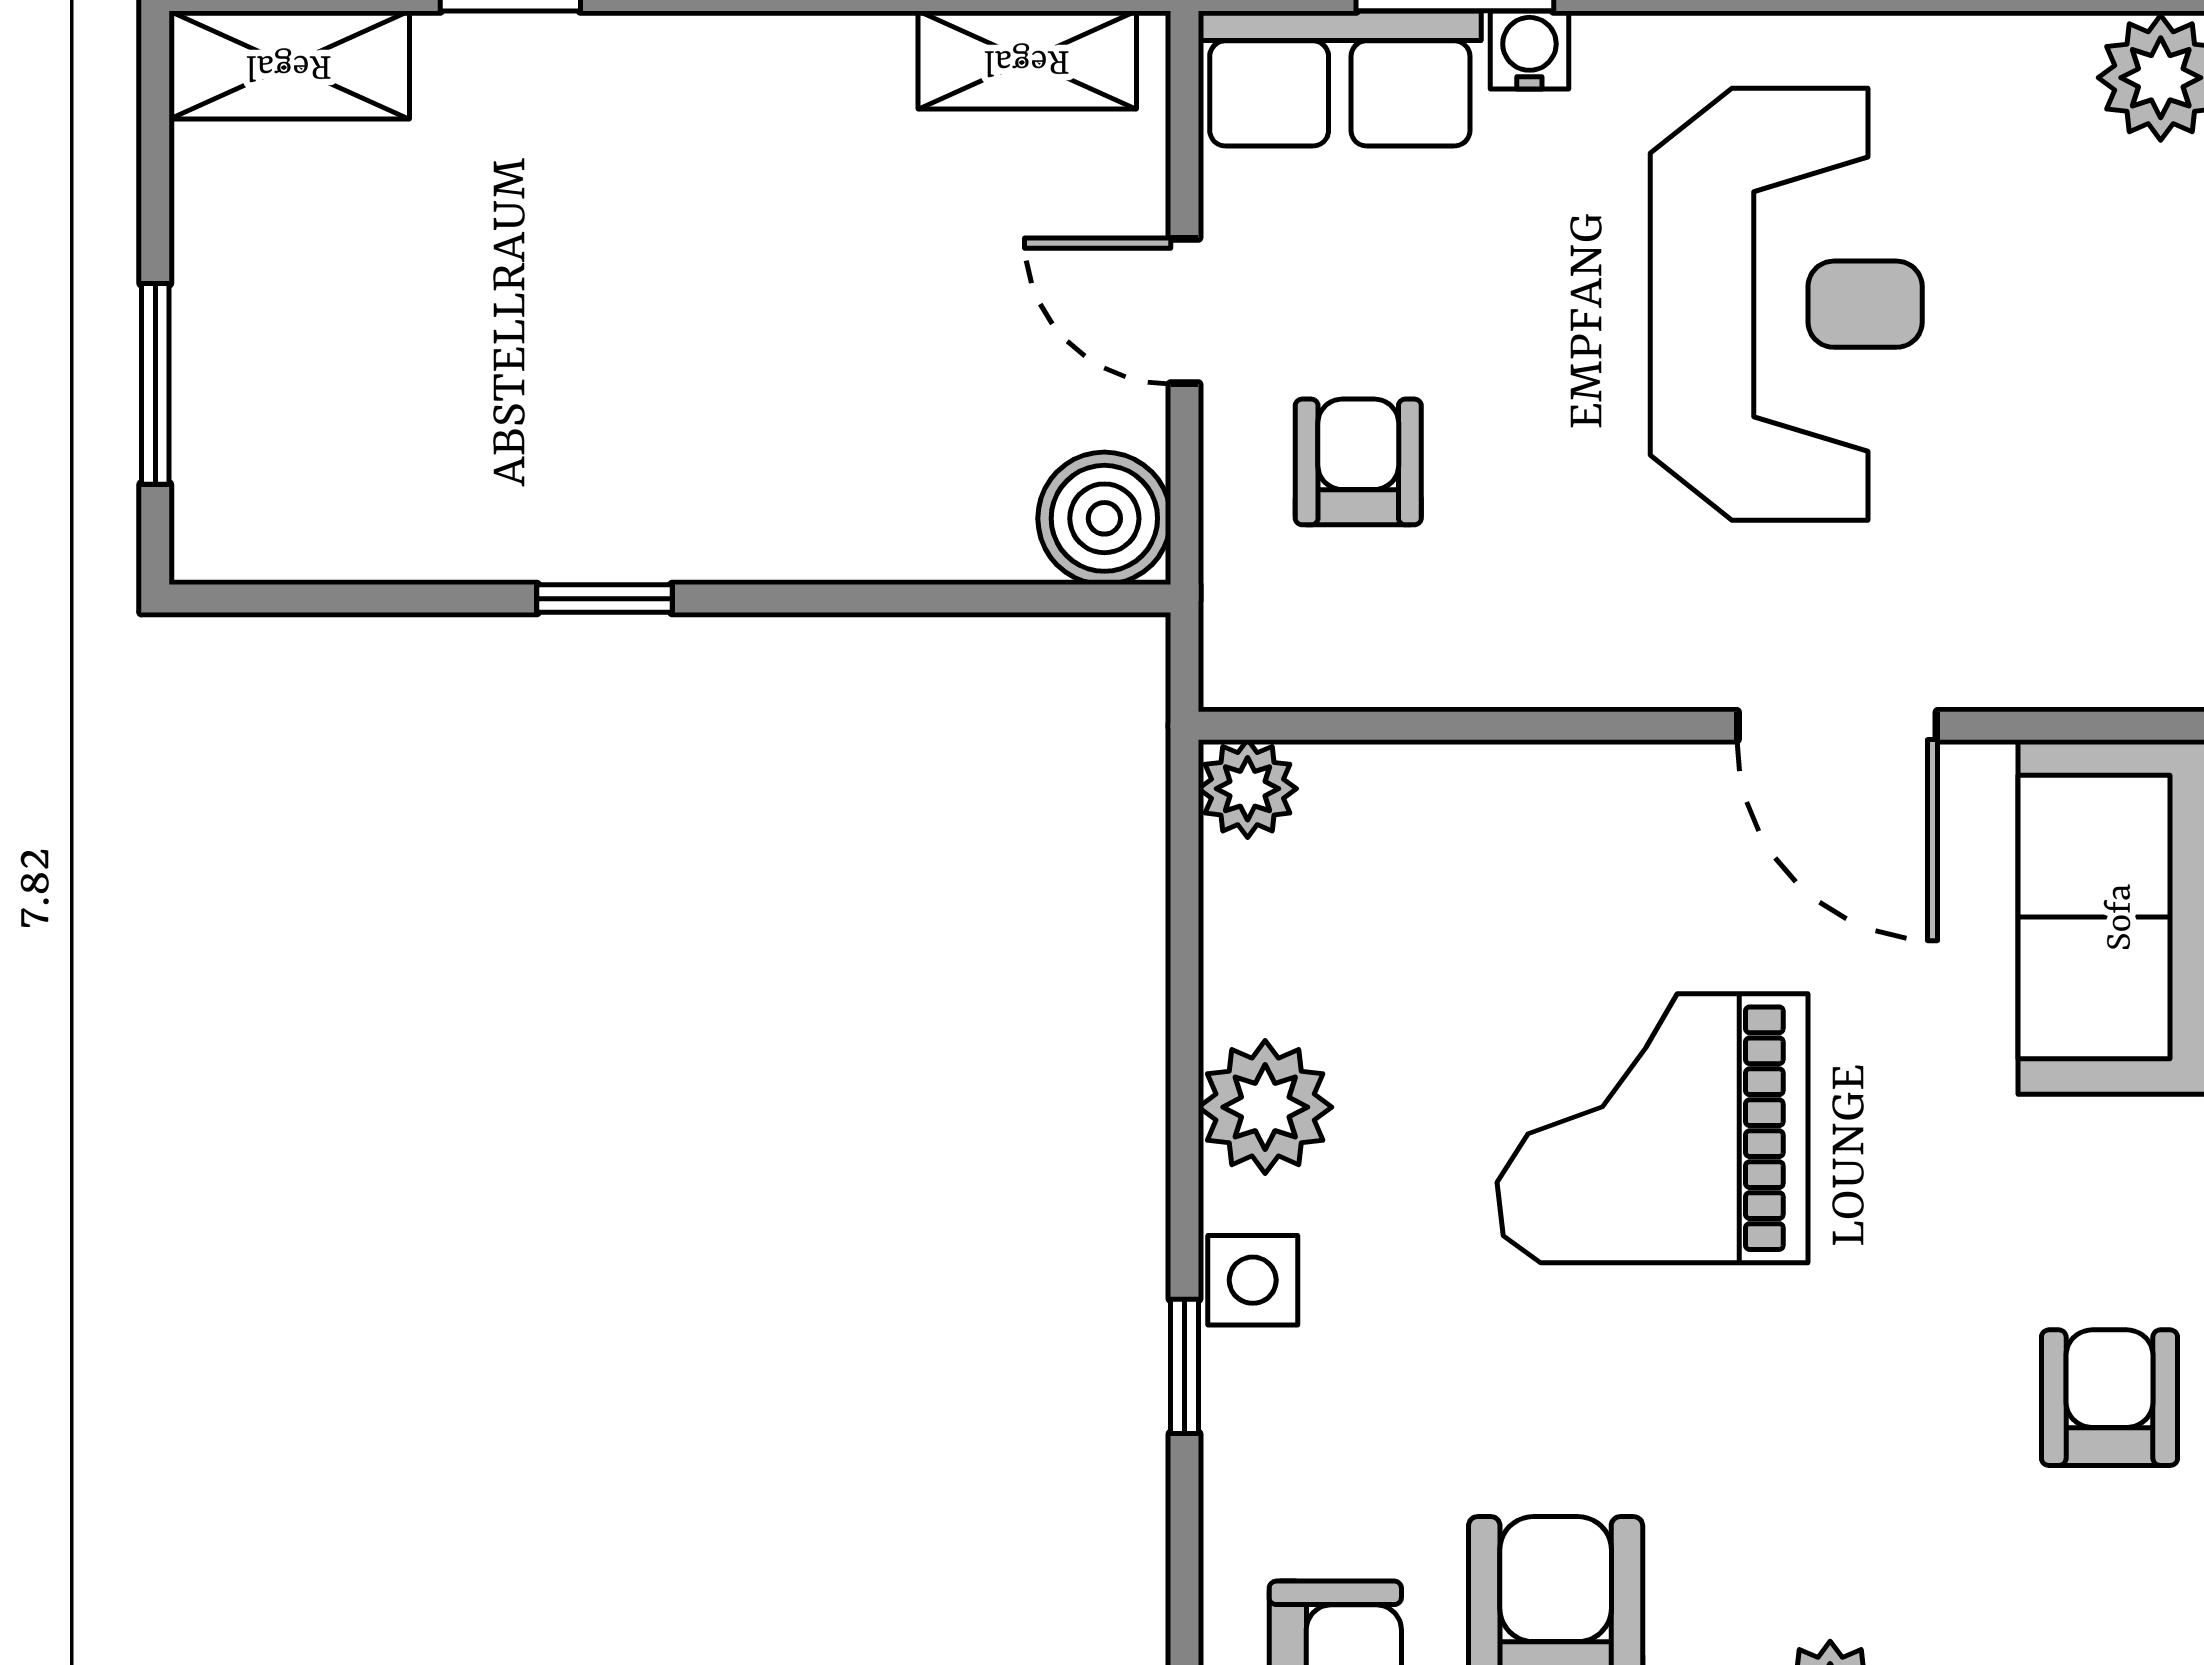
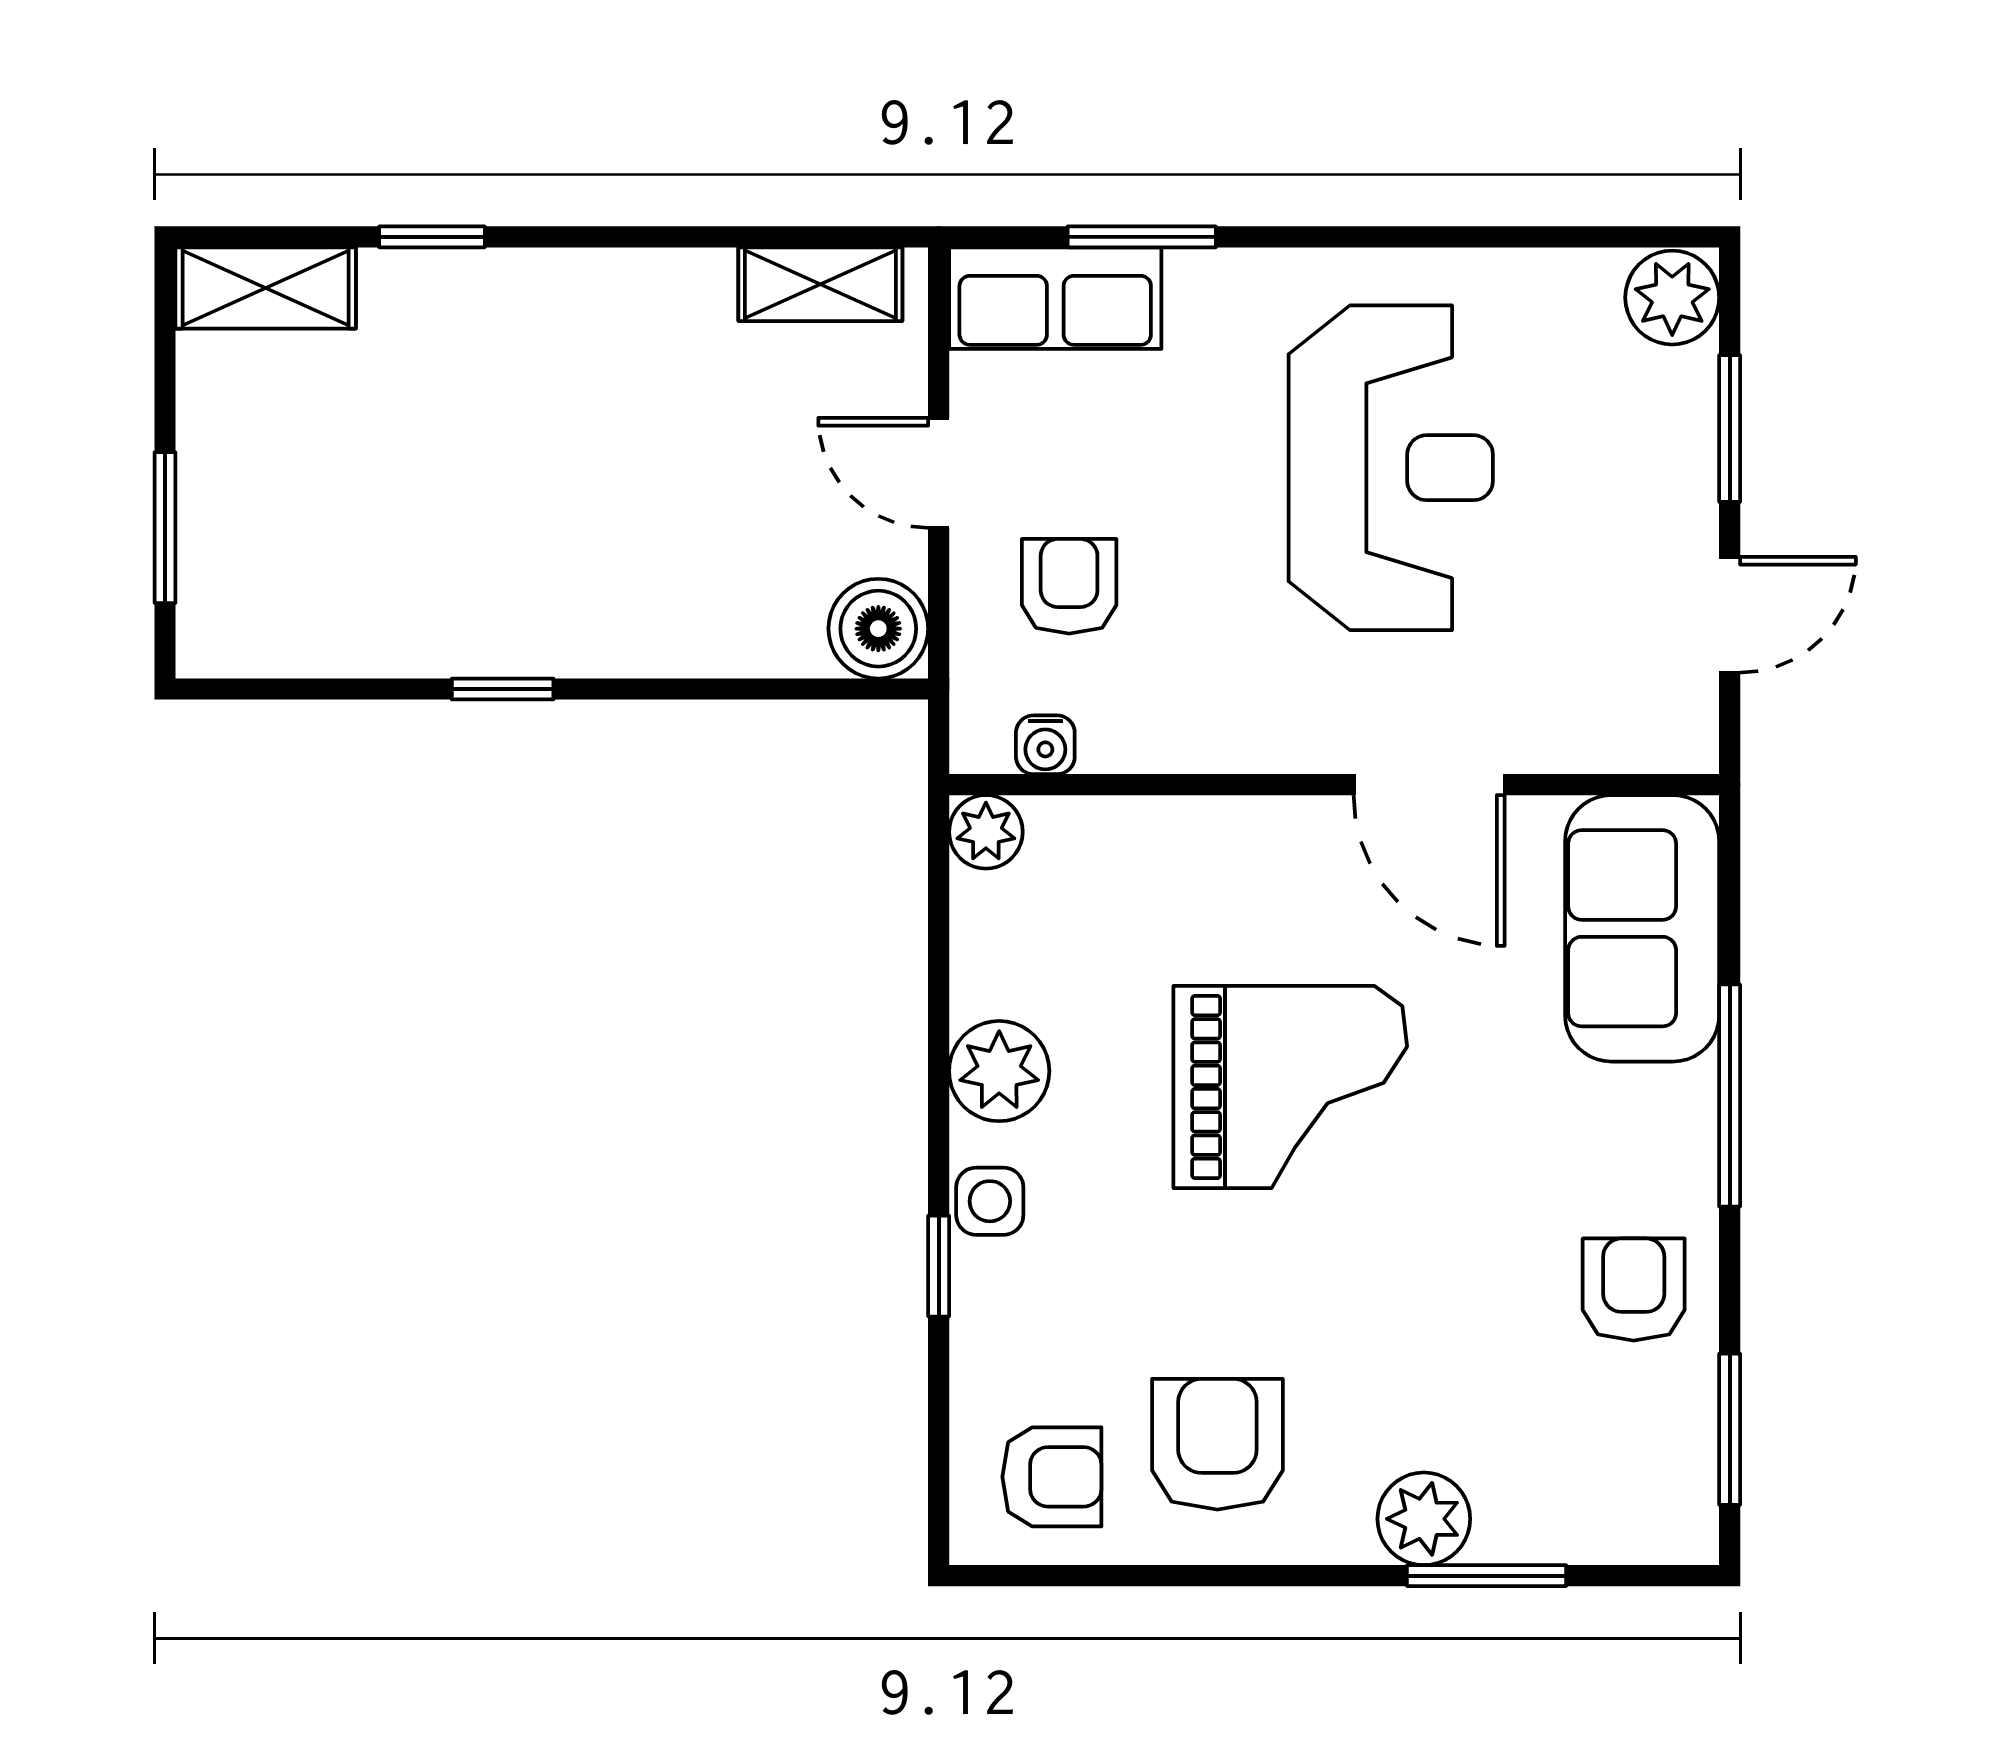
water cooler: (1529, 50) -> (1045, 745), moved, turned 180
grand piano: (1652, 1128) -> (1290, 1087), turned 180

